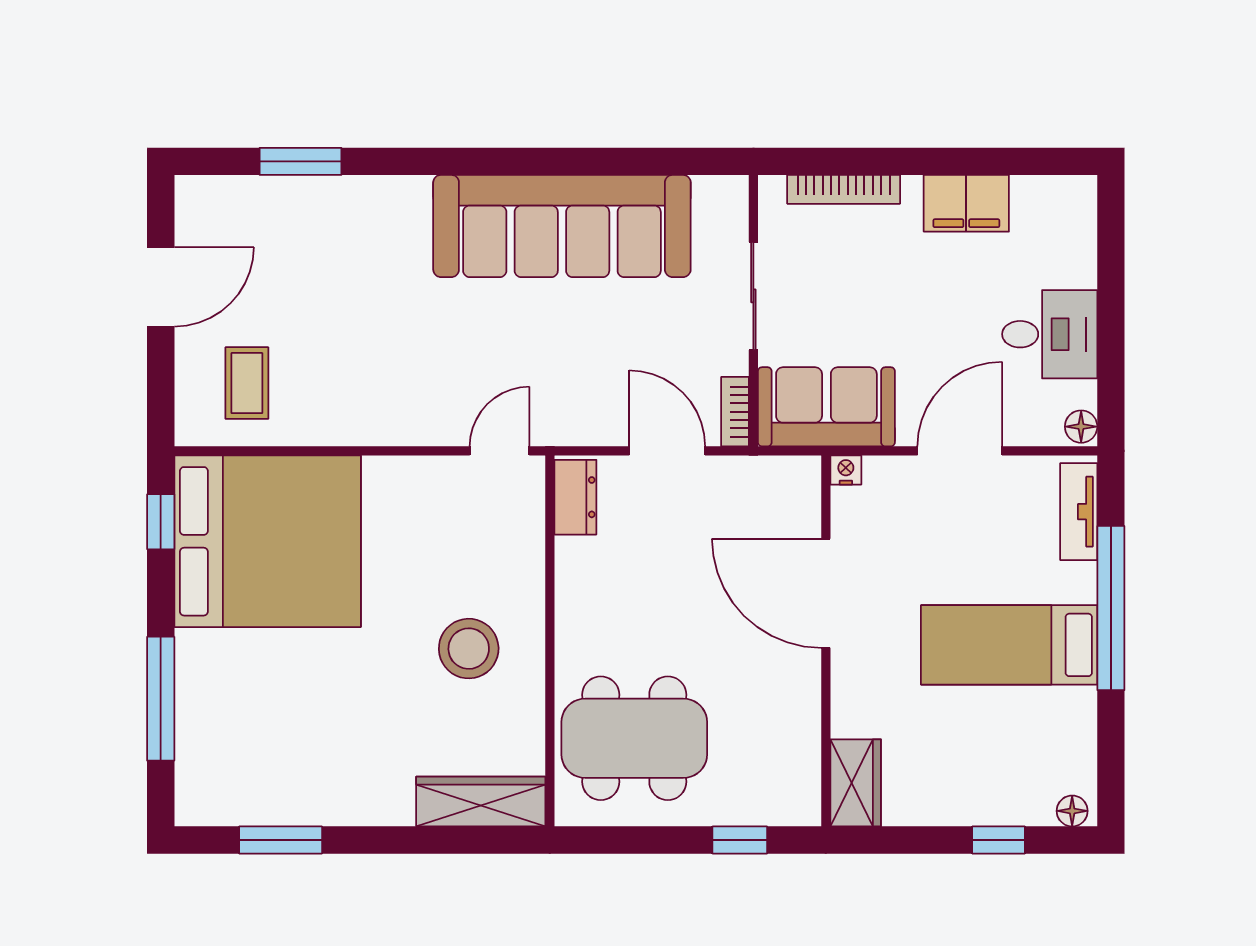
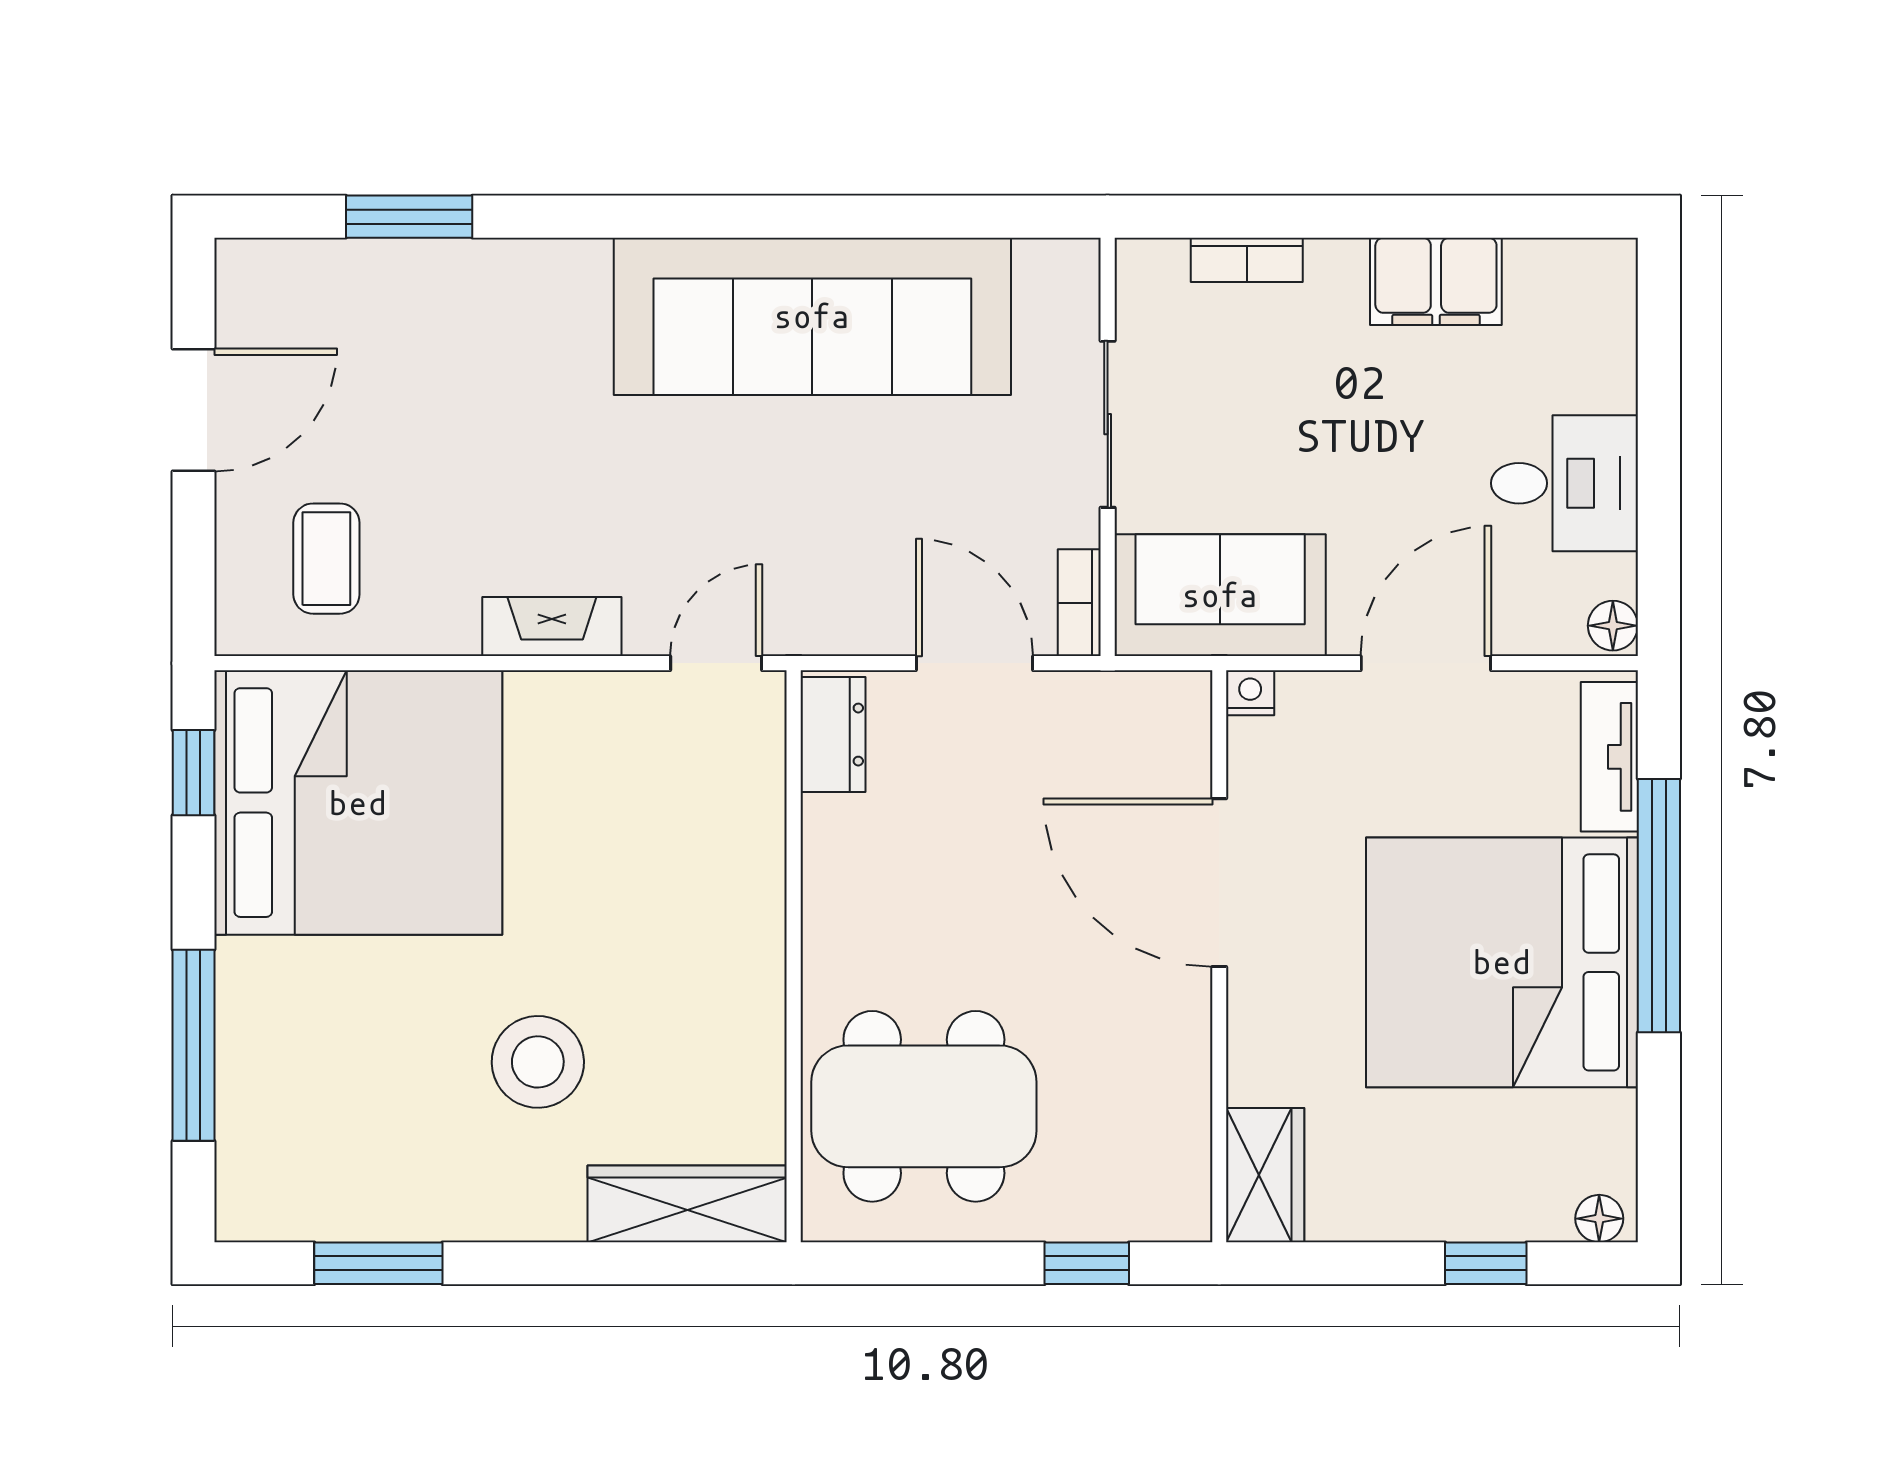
bookcase: (844, 189) -> (1247, 260), width x0.64
fireplace: (393, 427) -> (552, 626), added
bed: (1009, 645) -> (1502, 962), width x2.04
stool: (469, 649) -> (538, 1062), moved

